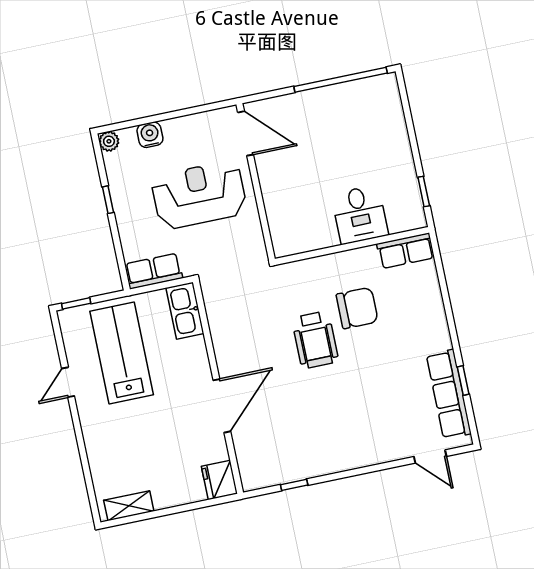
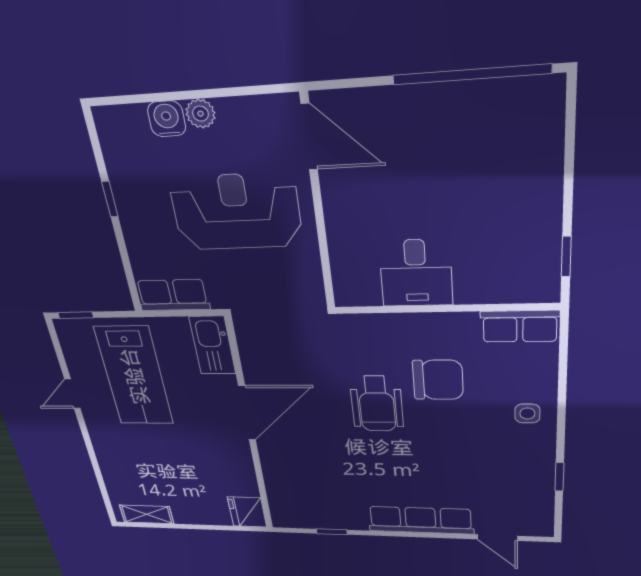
plant: (109, 141) -> (201, 114), moved
desk: (360, 215) -> (416, 273), moved
side table: (427, 325) -> (527, 413), added
lab bench: (122, 353) -> (134, 376), turned 180
row of seats: (449, 394) -> (421, 520), moved, turned 90
door: (222, 406) -> (247, 413), moved

